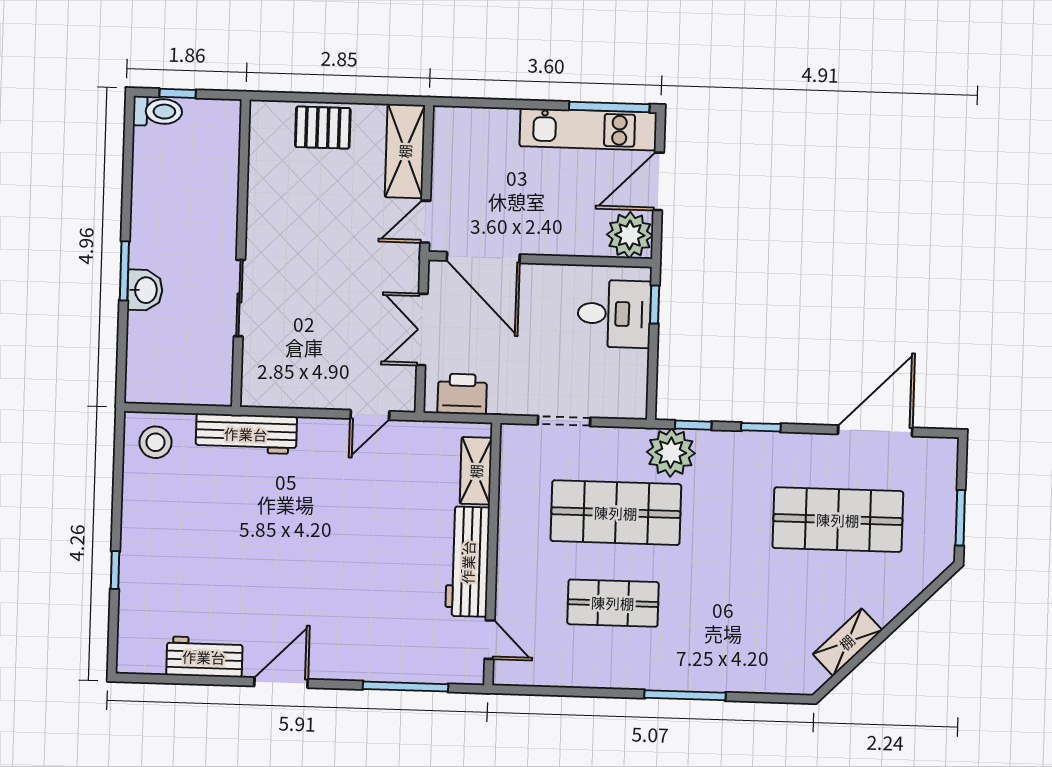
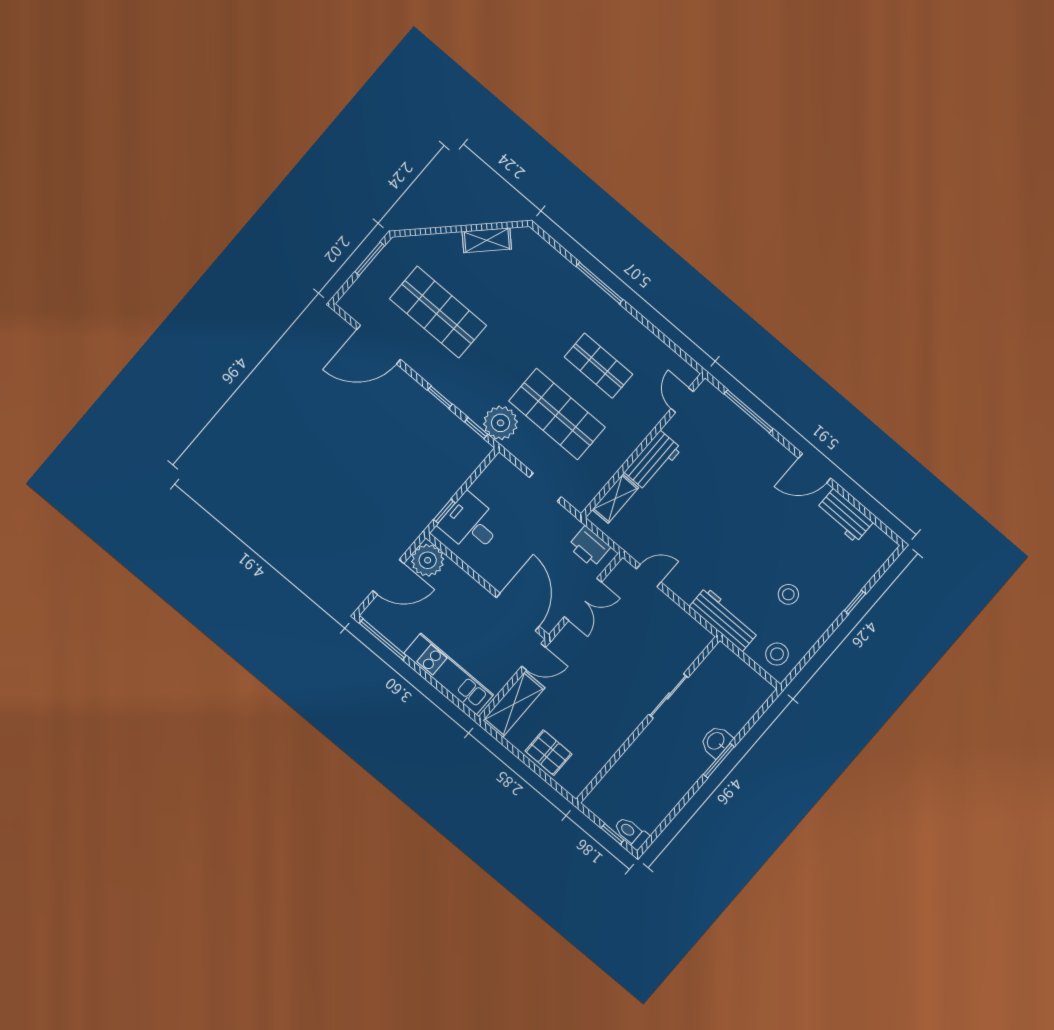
kitchen unit: (588, 129) -> (449, 674), moved
stool: (197, 519) -> (788, 594), added
workbench: (468, 562) -> (653, 461), width x0.73

